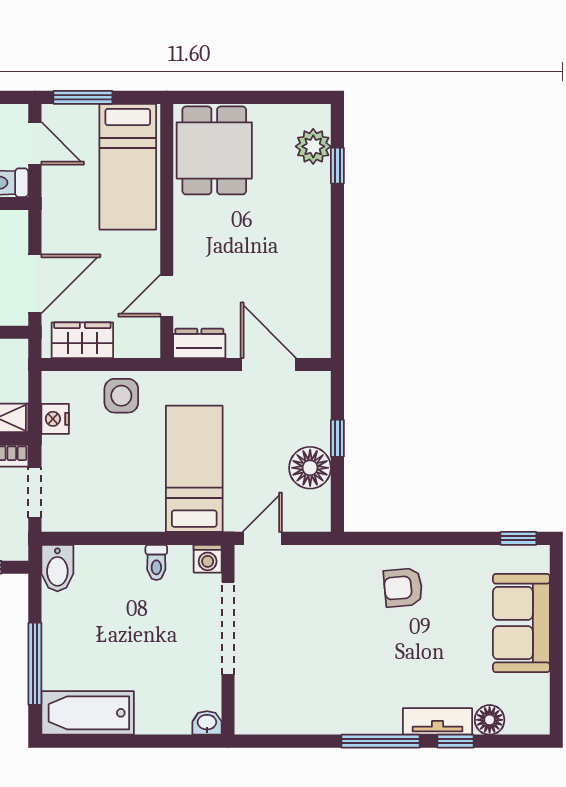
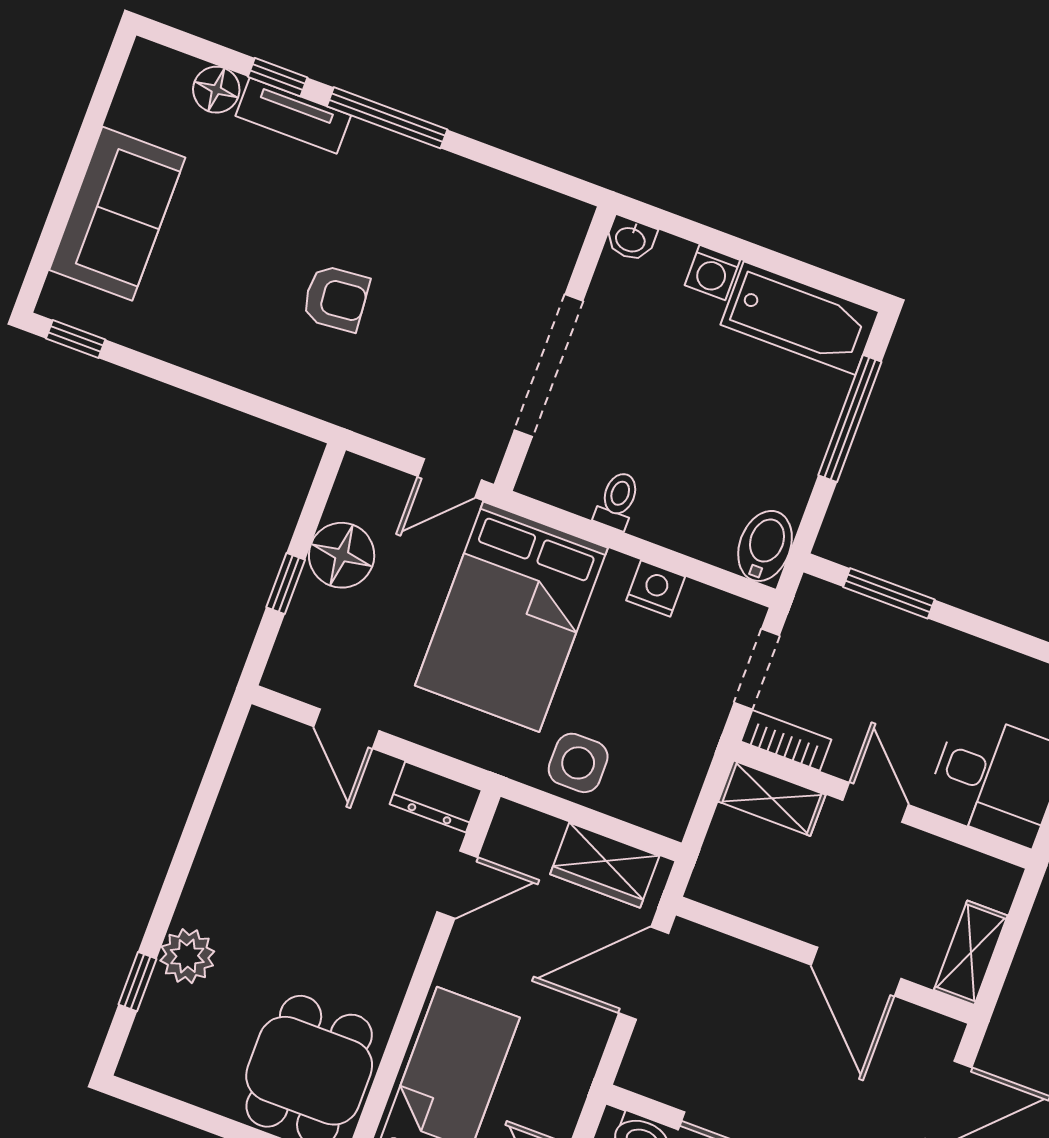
plant: (313, 146) -> (187, 956), moved
door: (268, 364) -> (346, 729), width x0.73
nightstand: (55, 419) -> (656, 588), moved, turned -90
bed: (194, 469) -> (511, 617), width x1.50
washing machine: (208, 559) -> (712, 273), moved, turned 180
armchair: (403, 588) -> (336, 298), moved

